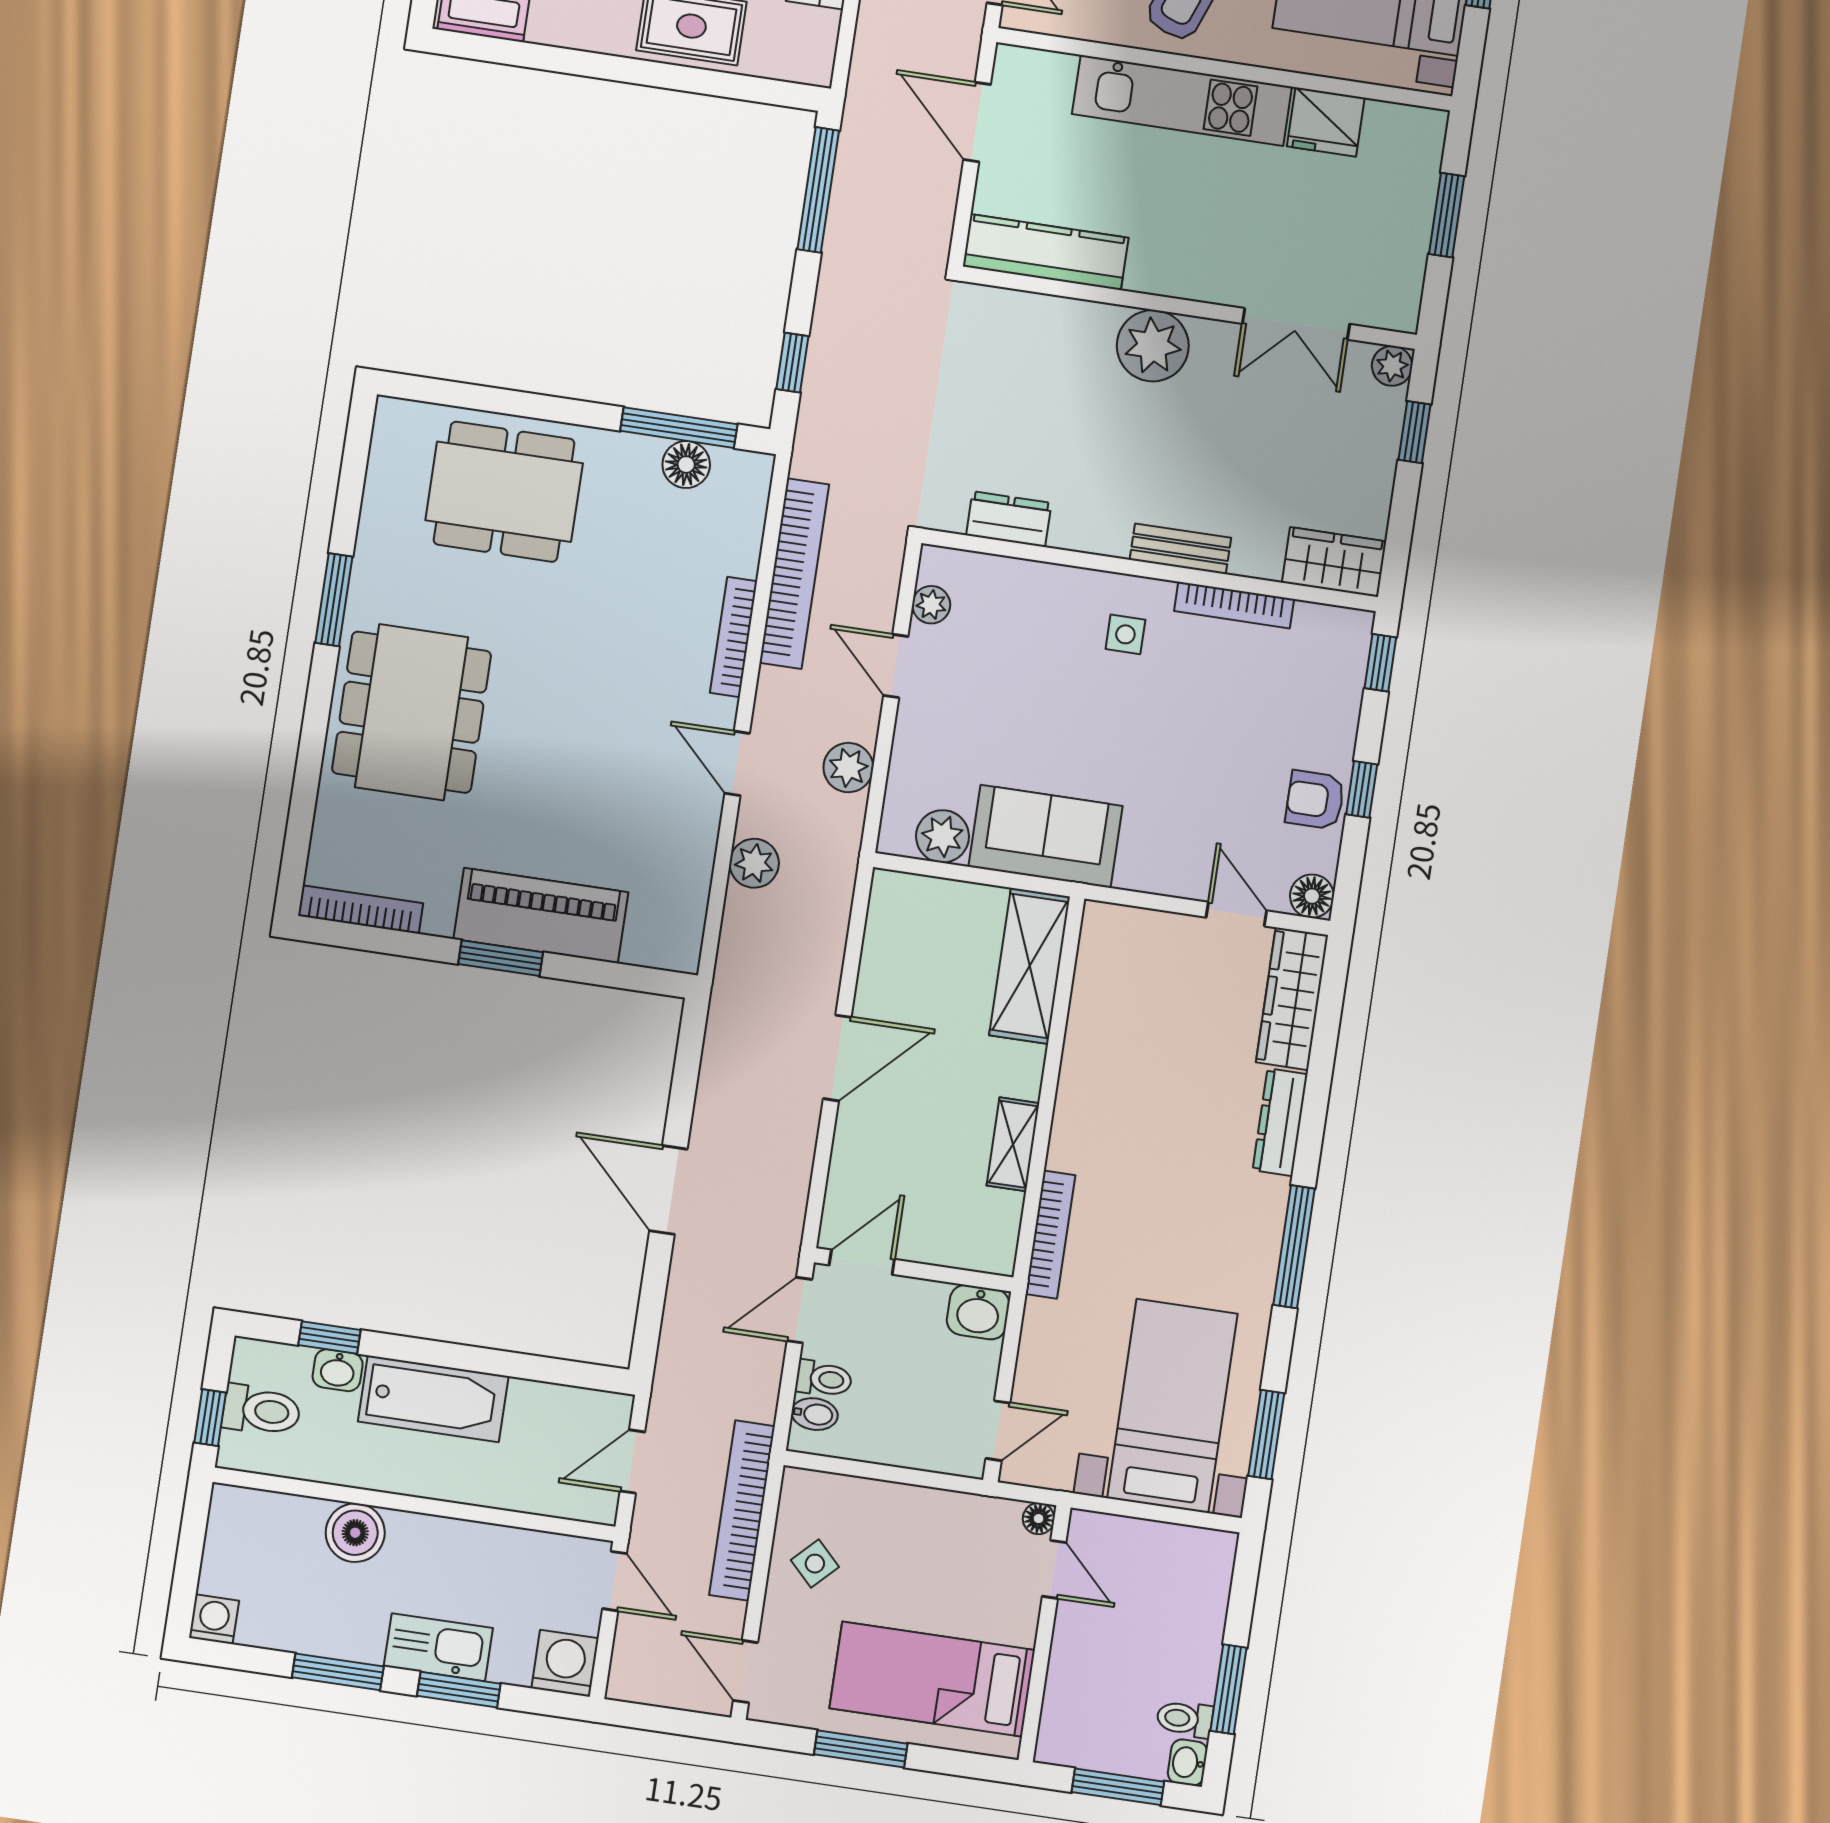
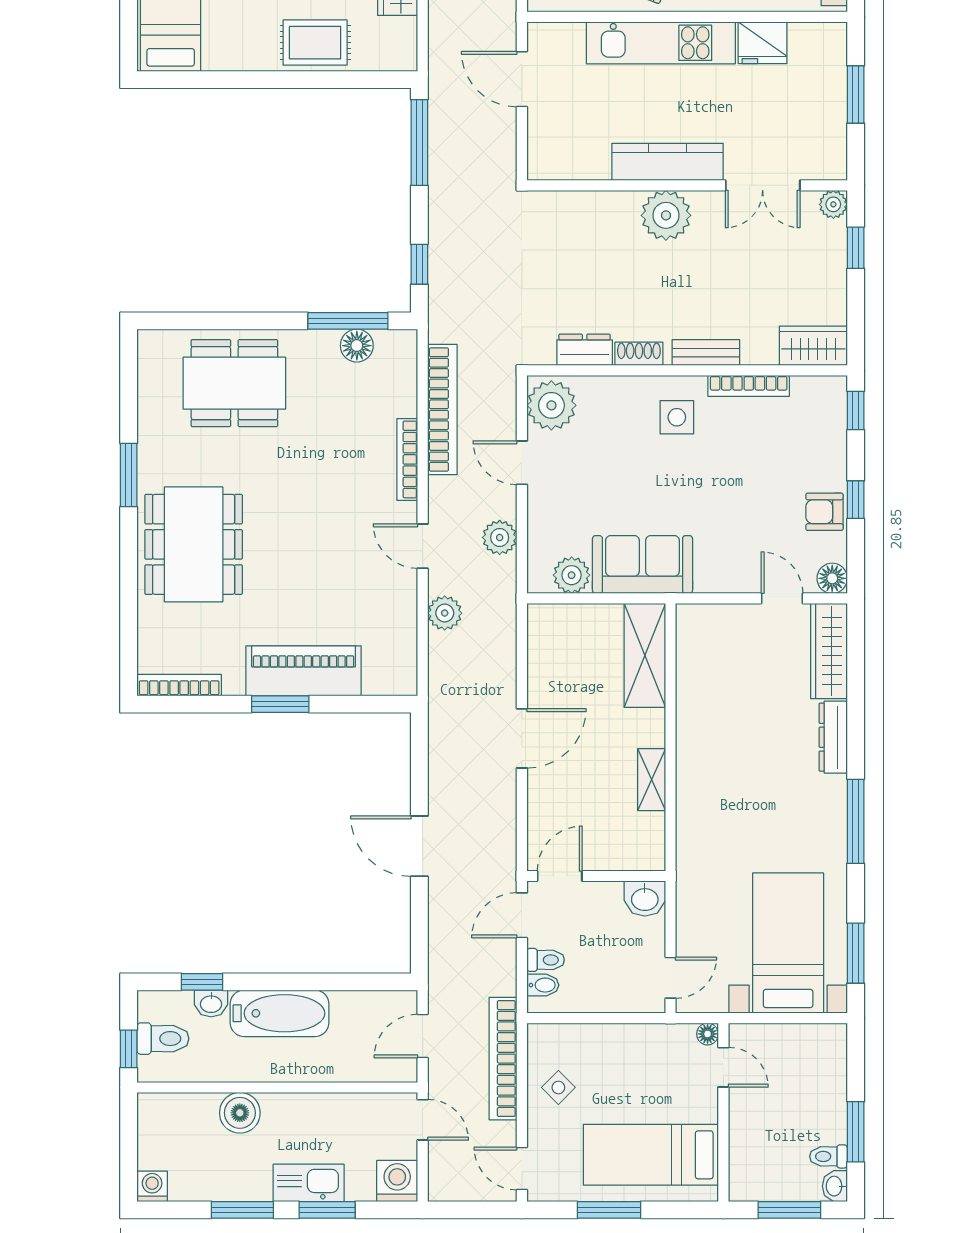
kitchen counter: (1046, 252) -> (668, 162), moved
shoe rack: (1085, 536) -> (639, 354), added
plant: (931, 605) -> (551, 405), width x1.87, depth x1.87
side table: (1125, 634) -> (677, 417), width x1.37, depth x1.37
bookcase: (1050, 1235) -> (687, 838), removed

